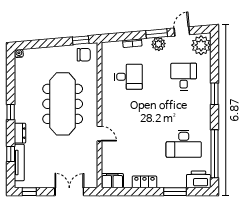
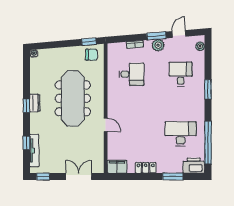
plant: (201, 45) -> (200, 46), width x0.53, depth x0.53
dresser: (20, 133) -> (35, 103), moved
desk: (184, 144) -> (181, 134), turned 180

